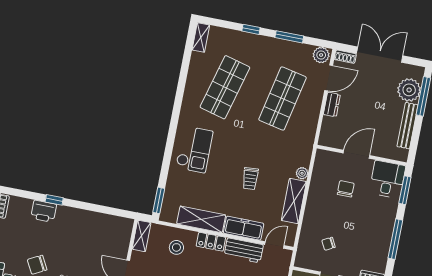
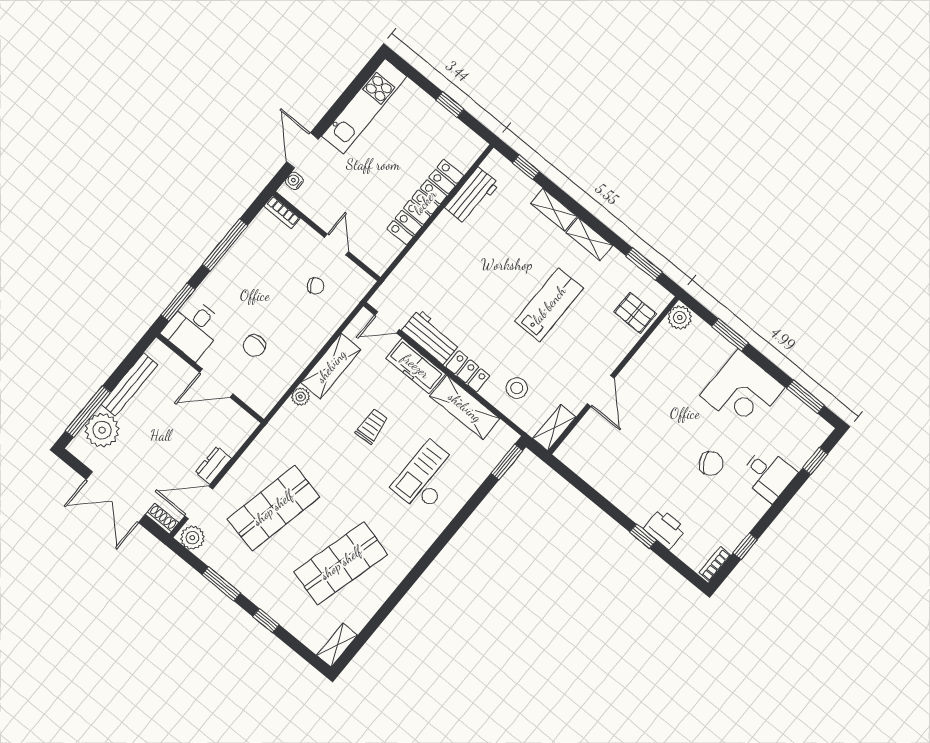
checkout: (194, 149) -> (427, 477), moved

